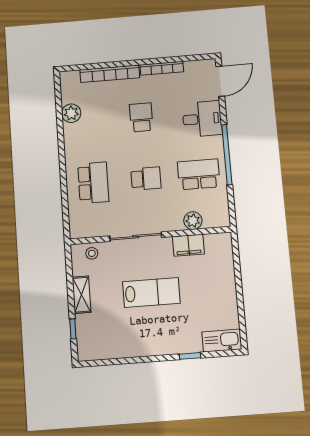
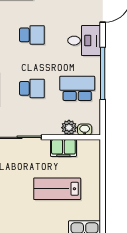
school desk: (141, 117) -> (32, 35), turned 90
washbasin: (212, 222) -> (85, 130), added
lab bench: (151, 293) -> (57, 189), moved, turned 180

